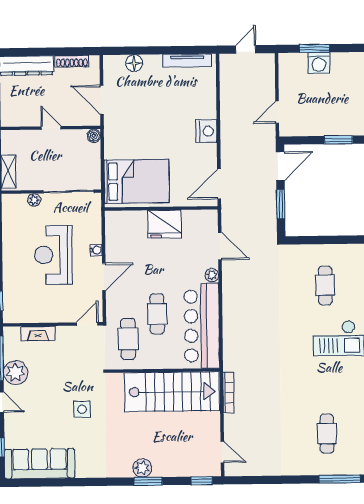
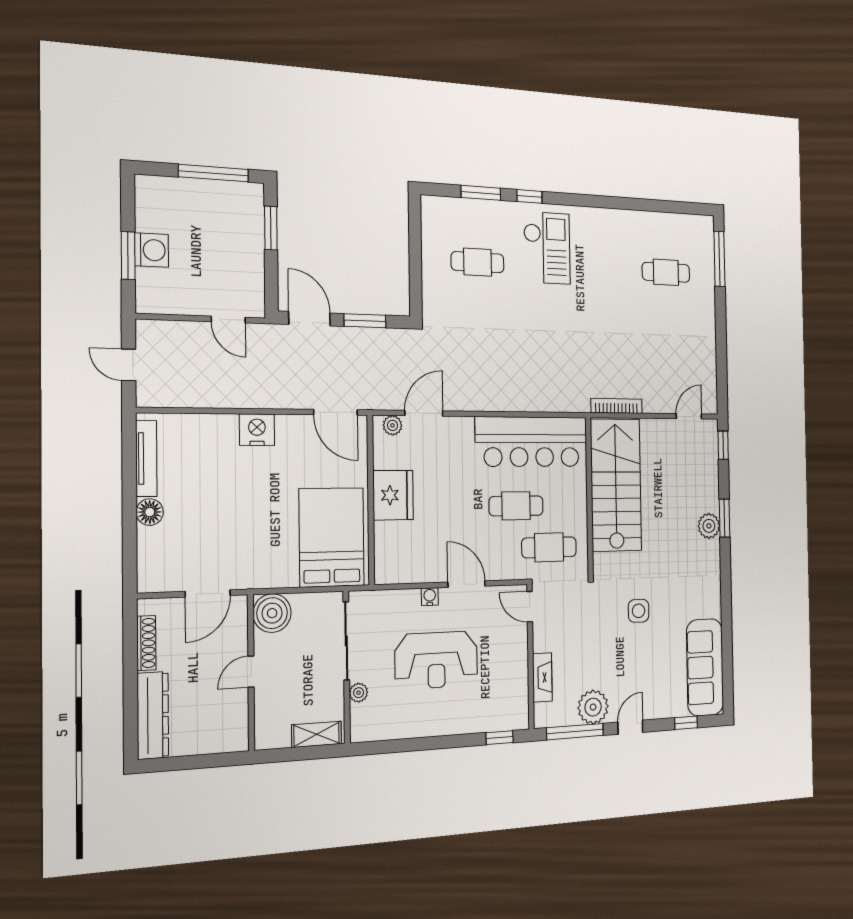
floor lamp: (134, 63) -> (150, 512), moved
boiler: (94, 136) -> (272, 613), width x1.86, depth x1.86
plant: (212, 275) -> (392, 425), moved

